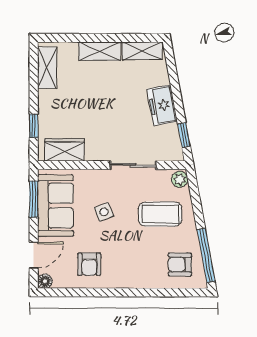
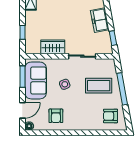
wardrobe: (64, 150) -> (53, 47), moved
plant: (180, 179) -> (110, 65), removed
window: (206, 255) -> (122, 89), moved

